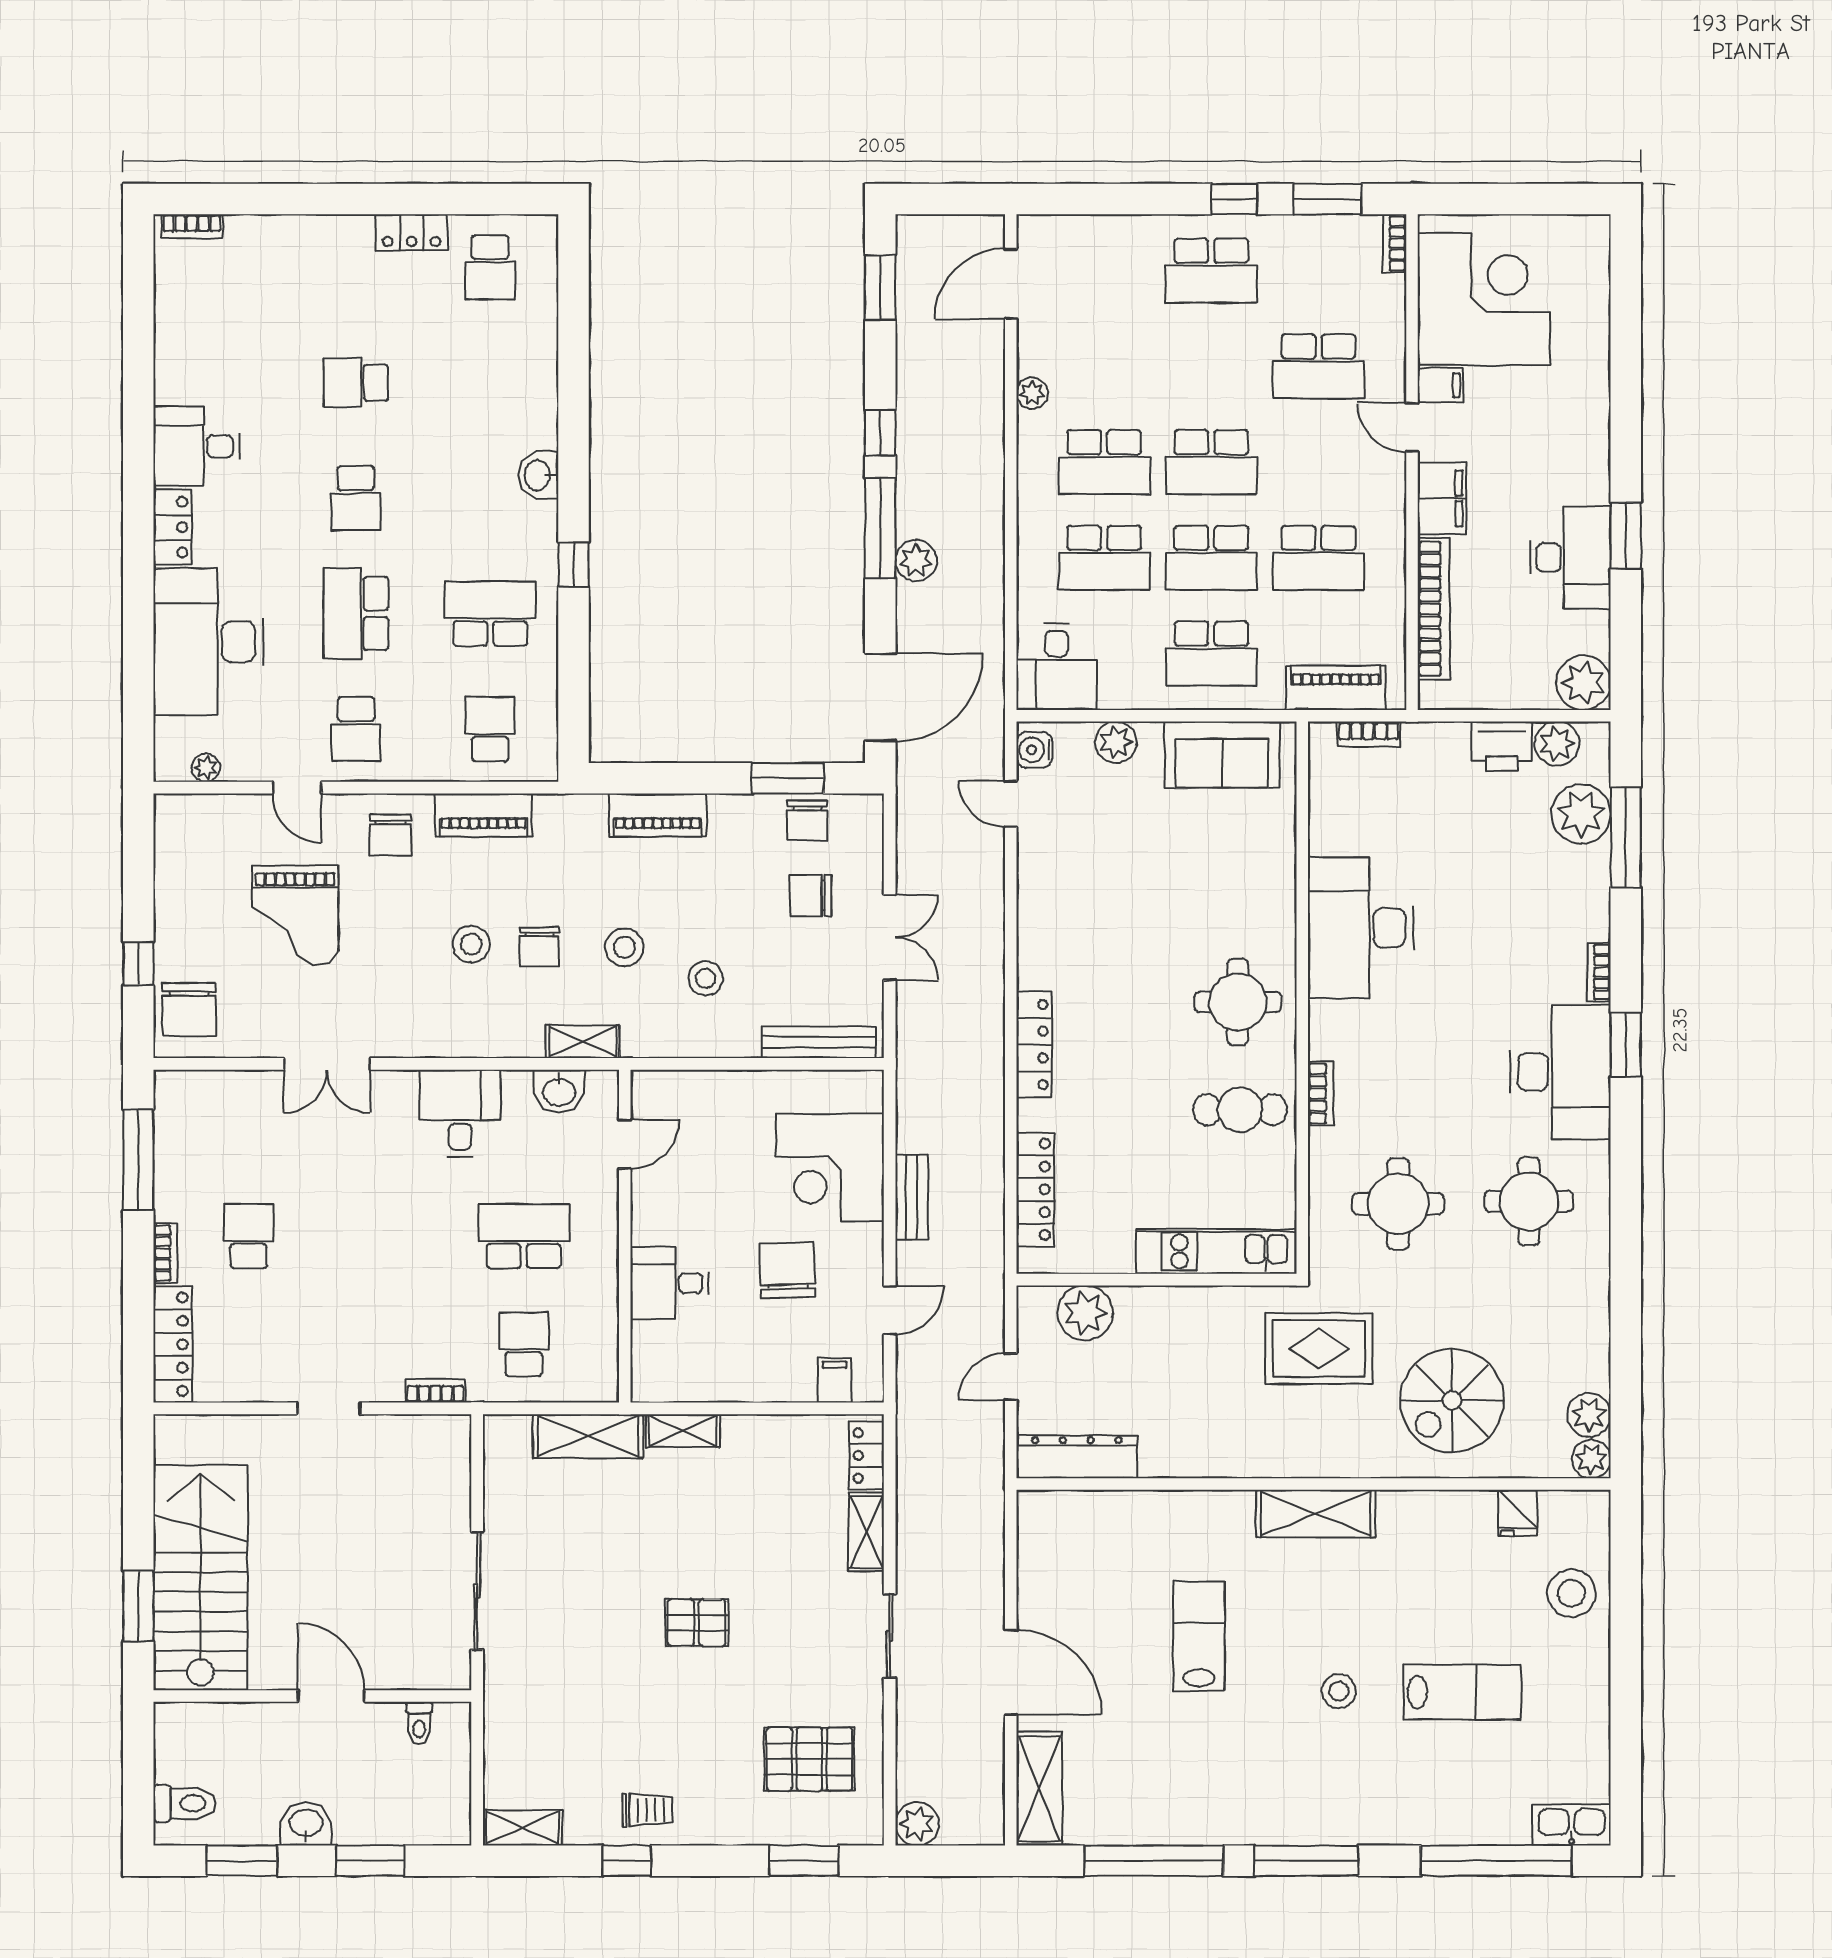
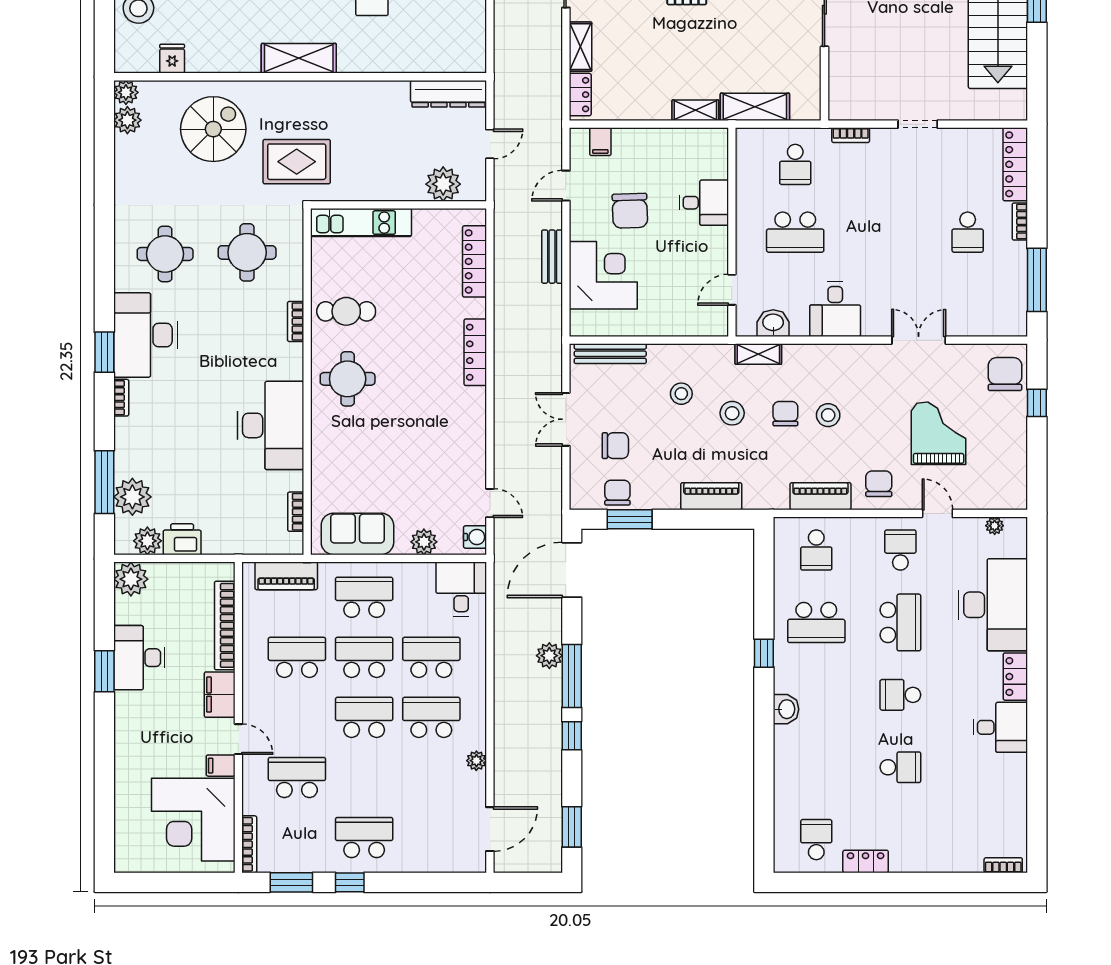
bookcase: (1395, 243) -> (249, 844), width x1.56
school desk: (356, 498) -> (900, 695), turned -90
bookcase: (1369, 734) -> (296, 512), moved, turned -90

